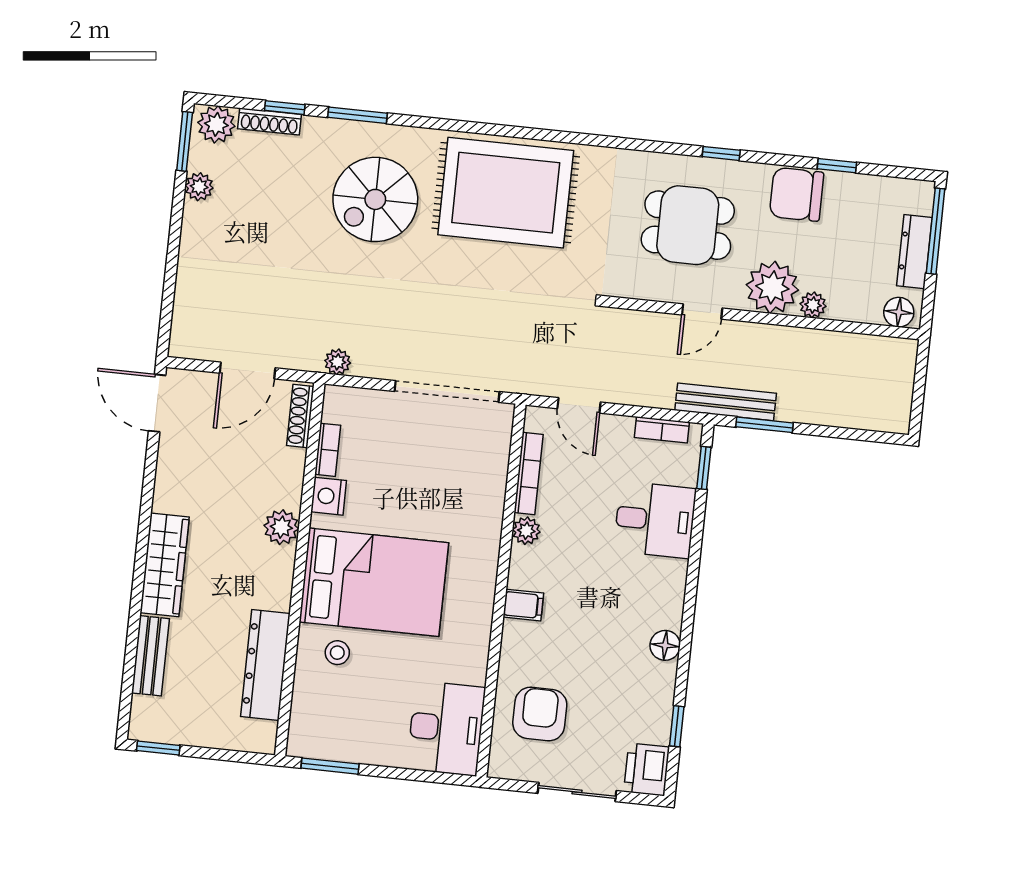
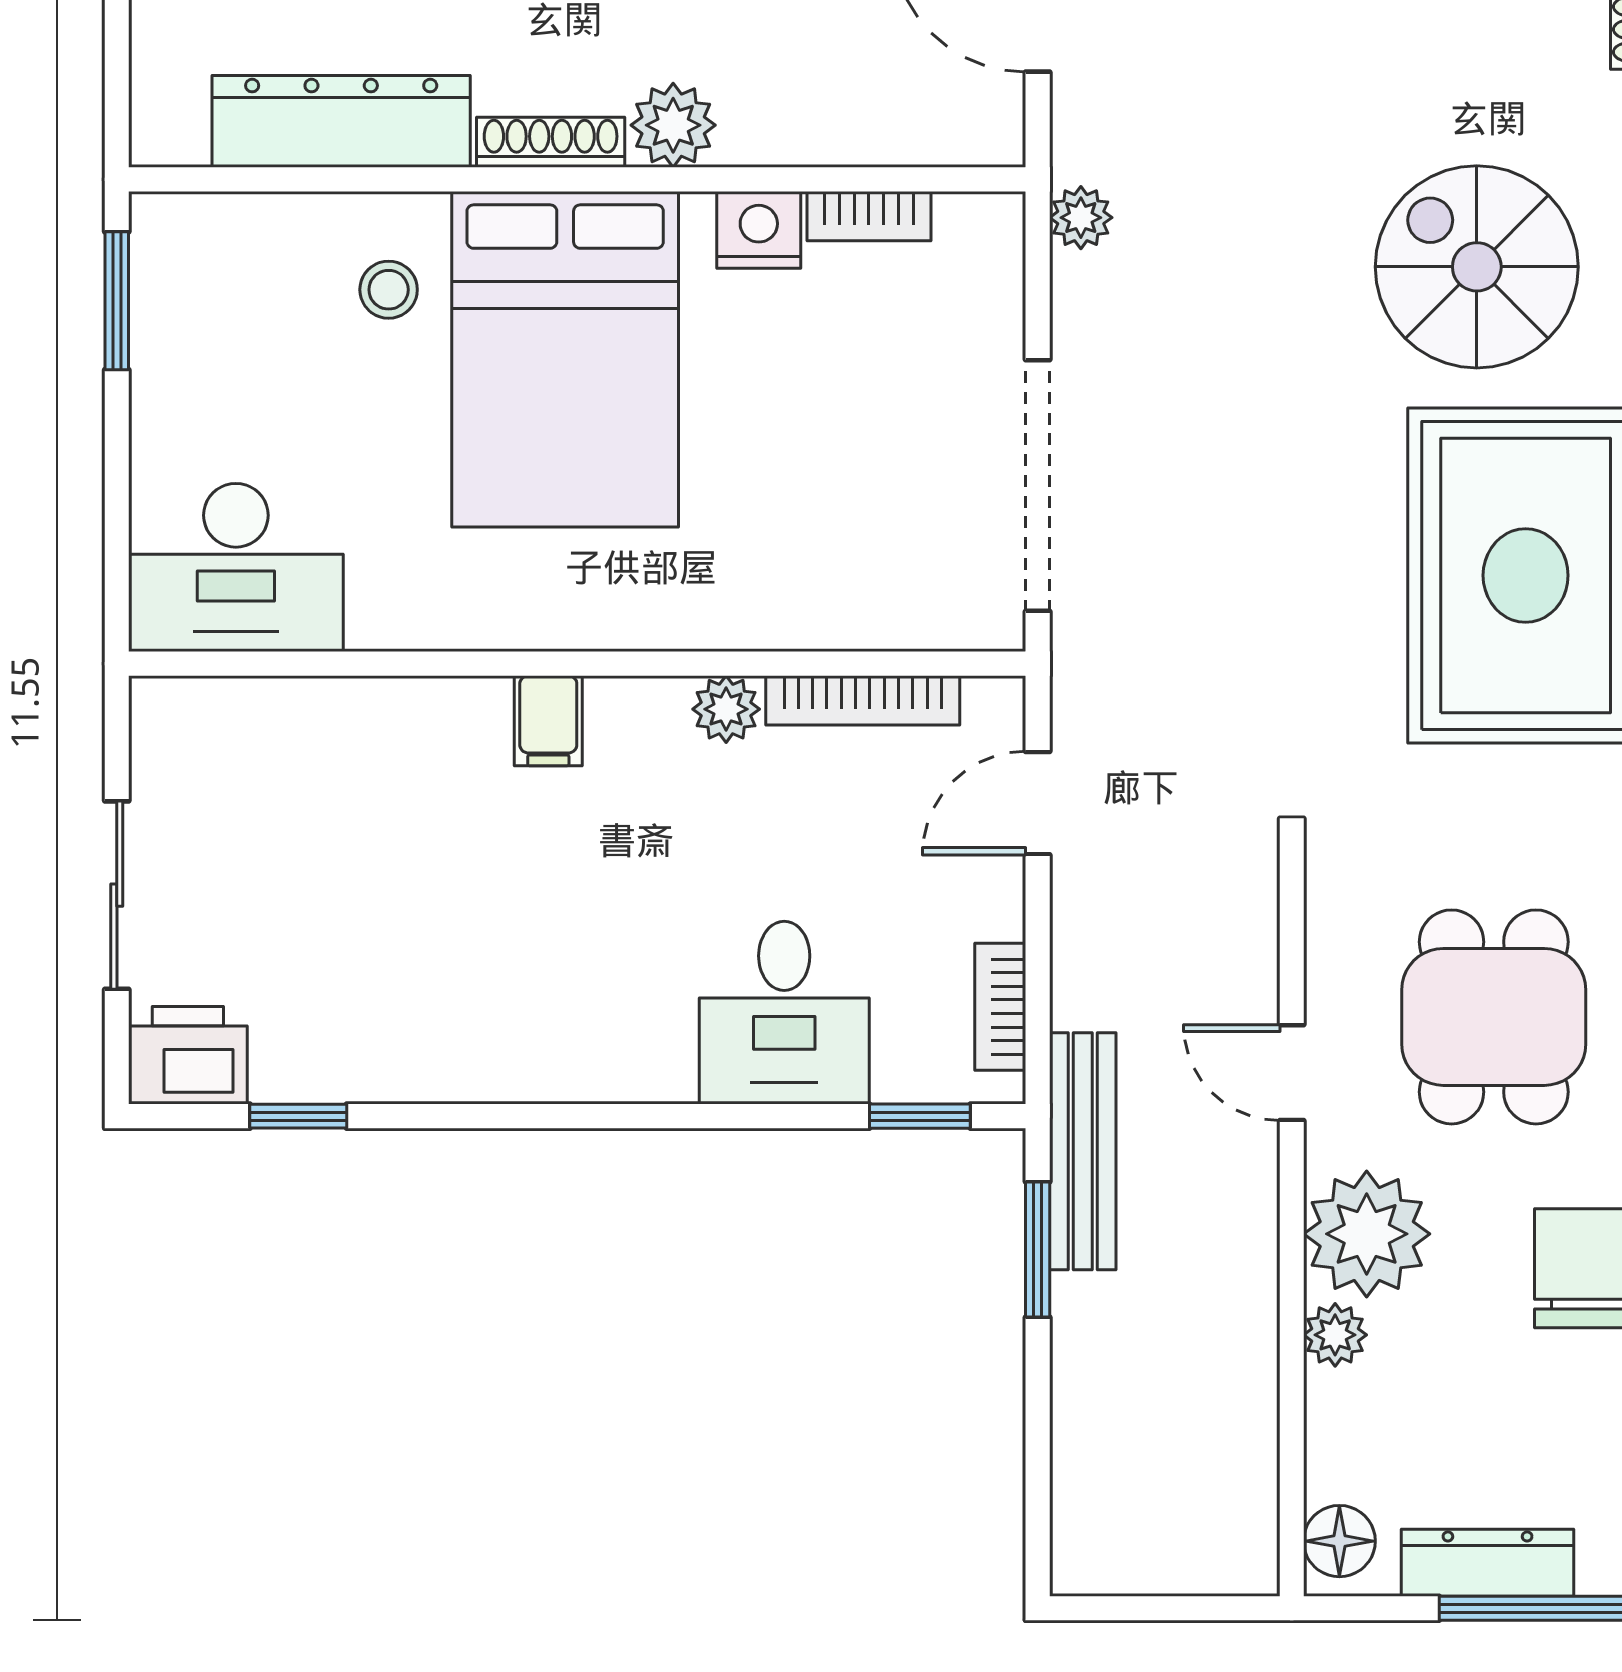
shoe rack: (300, 416) -> (551, 142), moved
floor lamp: (665, 645) -> (488, 1068), removed
armchair: (540, 714) -> (293, 787), removed

